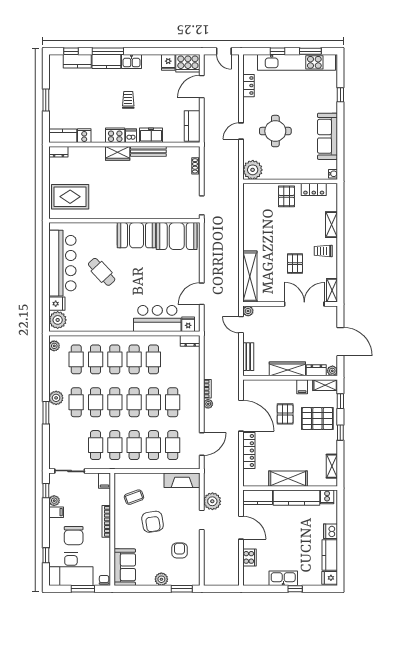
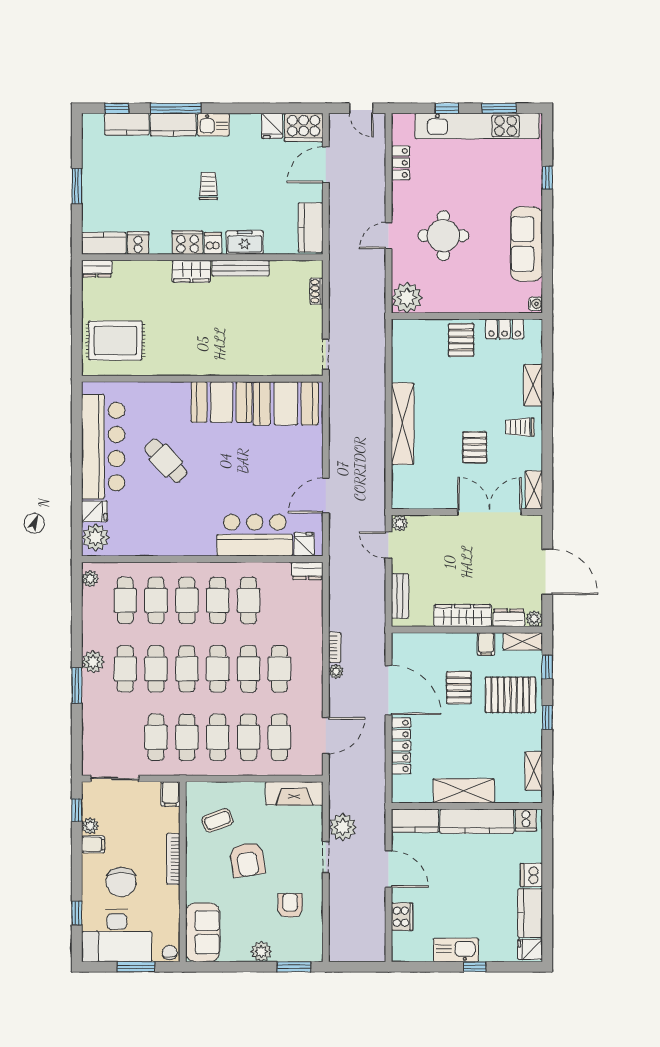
shelving: (250, 277) -> (403, 424), moved

